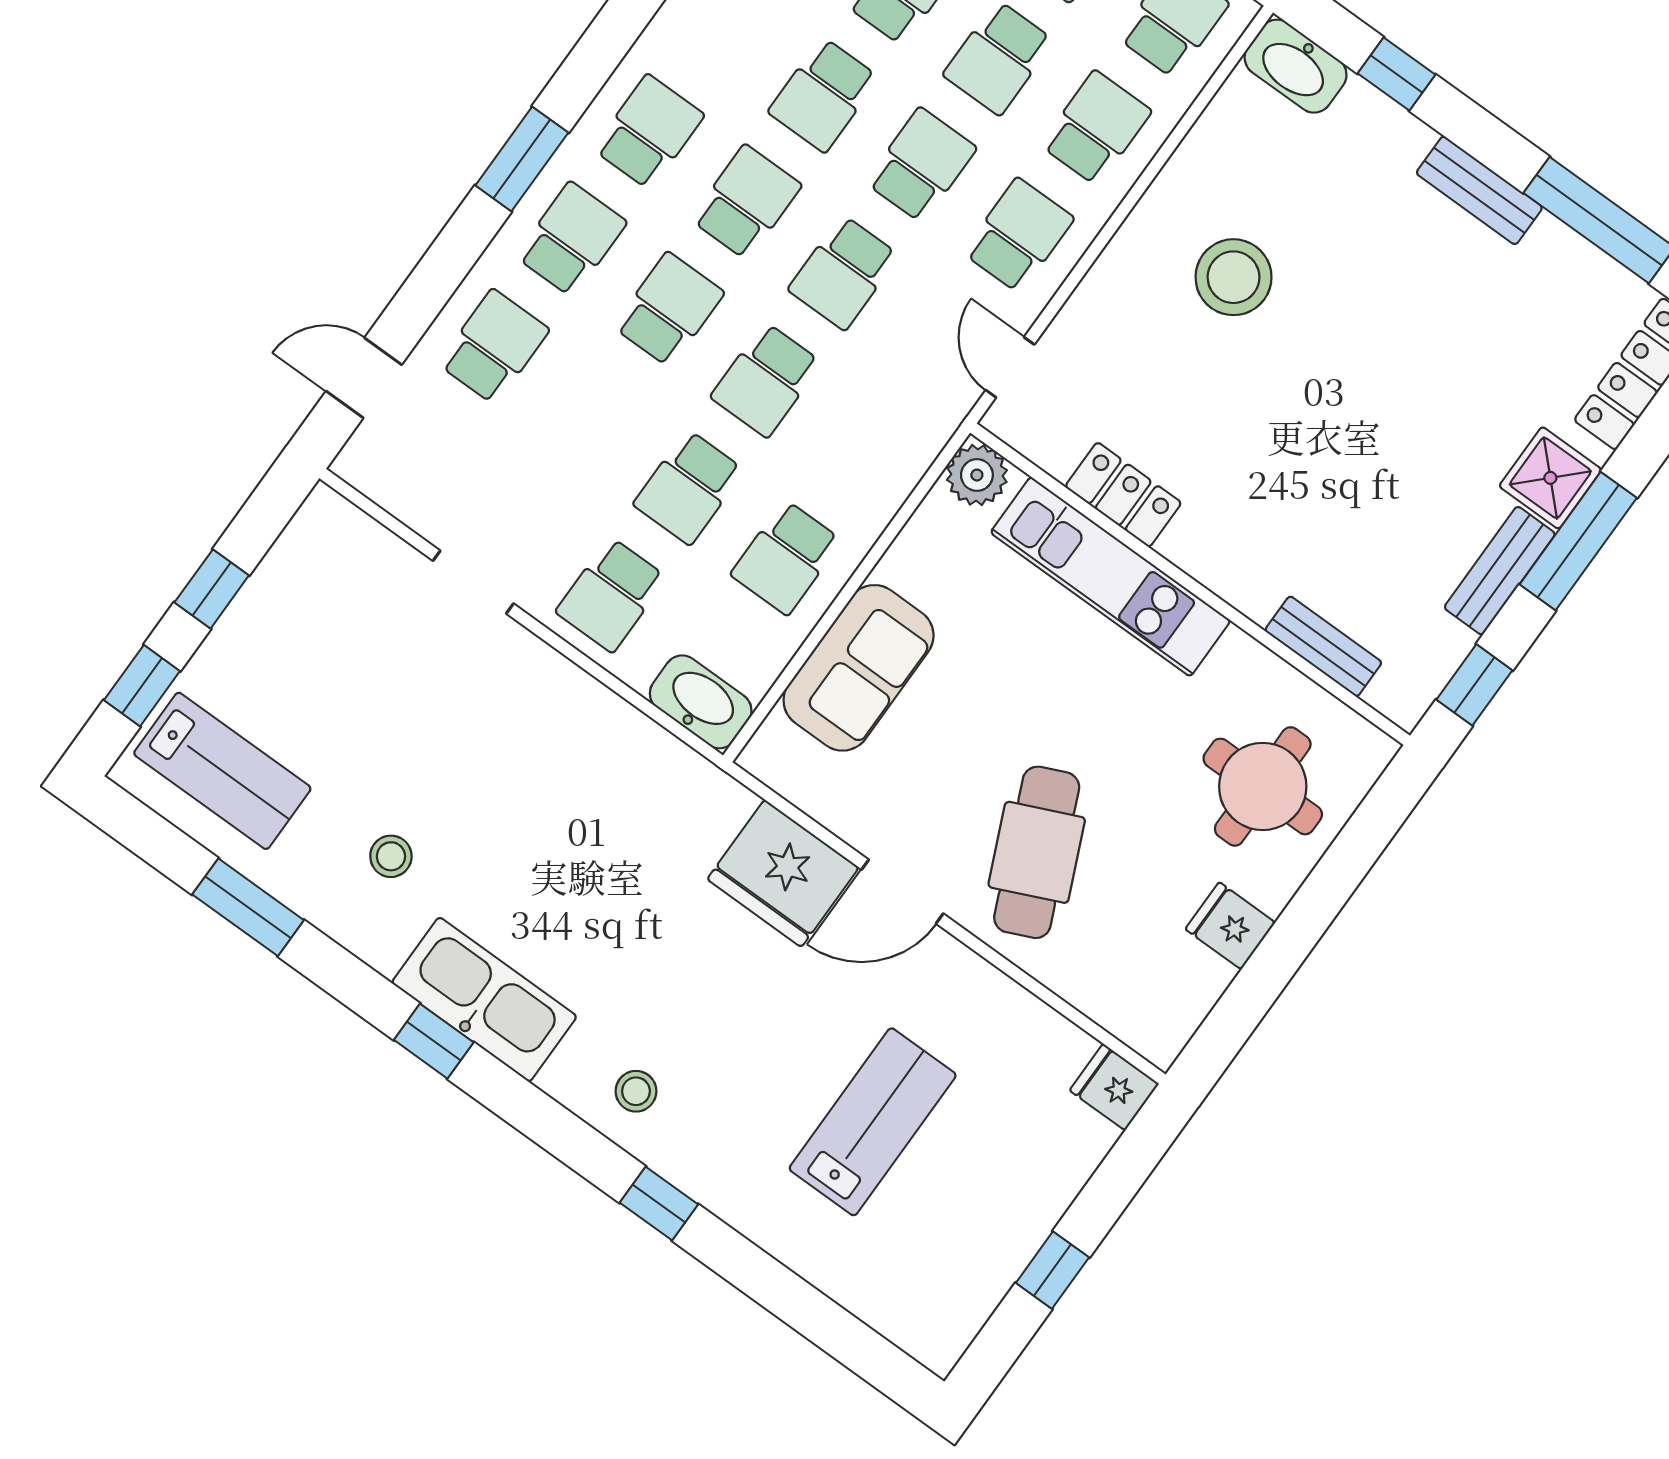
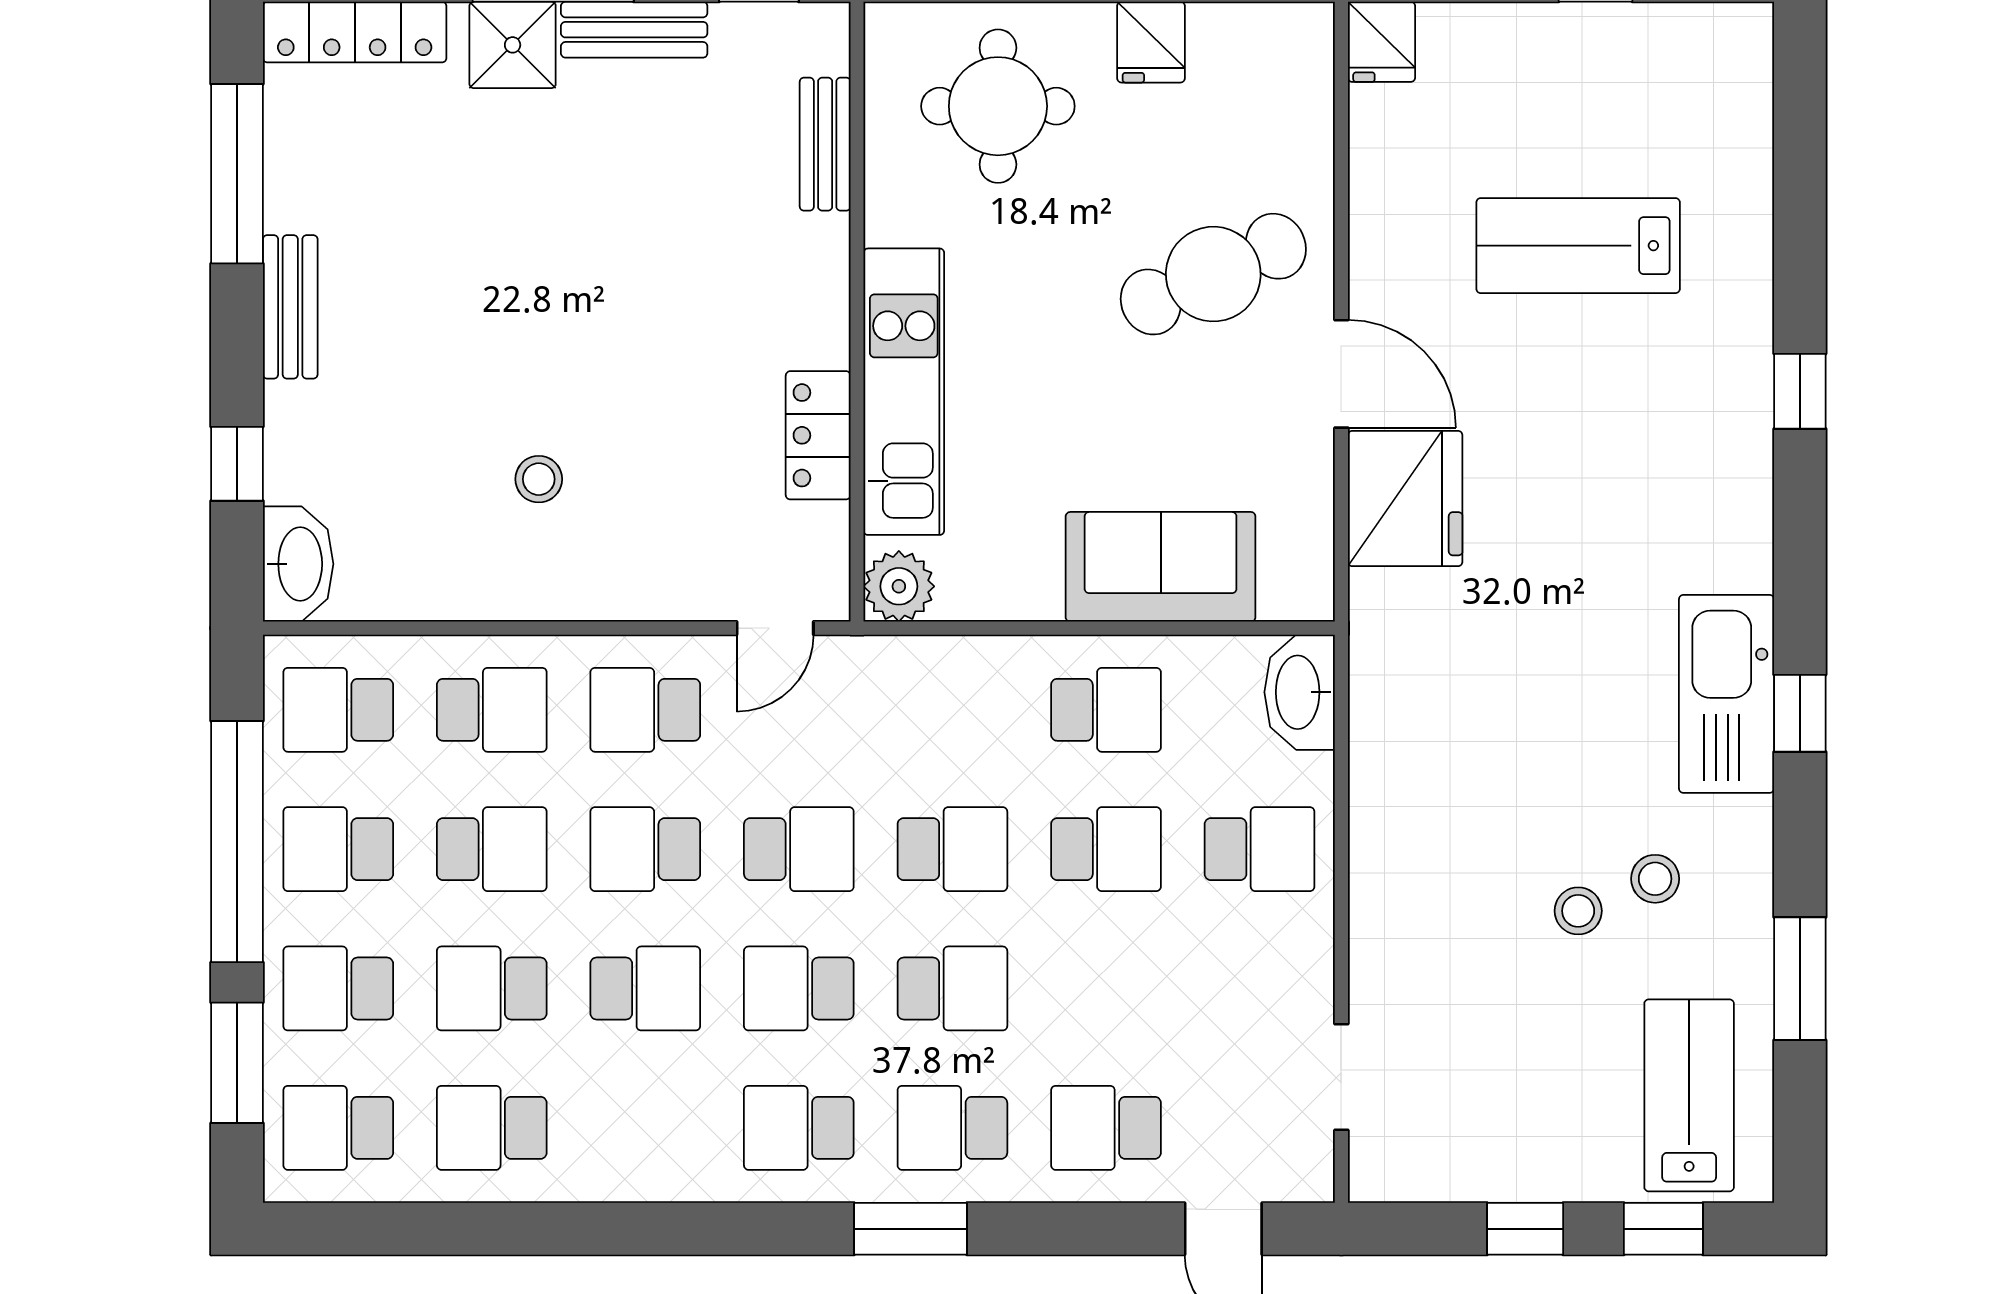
school desk: (1096, 128) -> (492, 710), turned 180
stool: (1234, 277) -> (539, 479), width x0.53, depth x0.53
school desk: (669, 310) -> (952, 988), turned 180
doorway: (473, 582) -> (1341, 1077), moved
stool: (636, 1091) -> (1578, 911), moved

